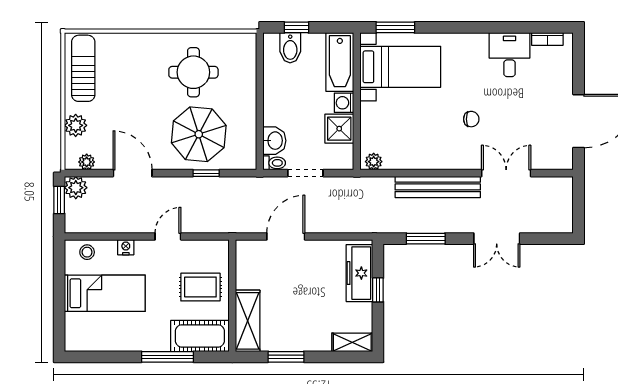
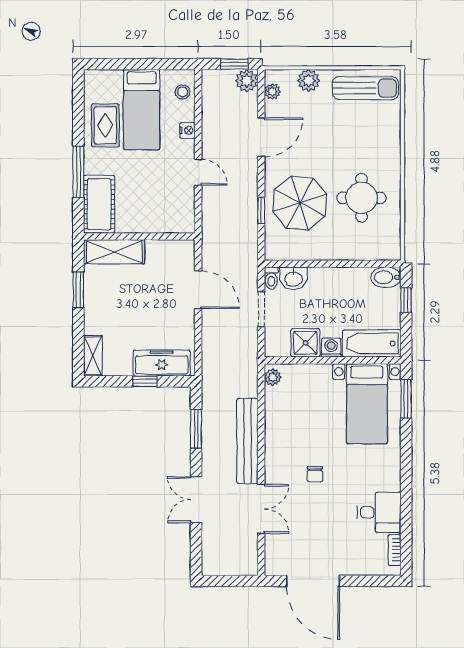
bidet: (290, 48) -> (386, 277), moved
rug: (200, 287) -> (105, 125), moved

